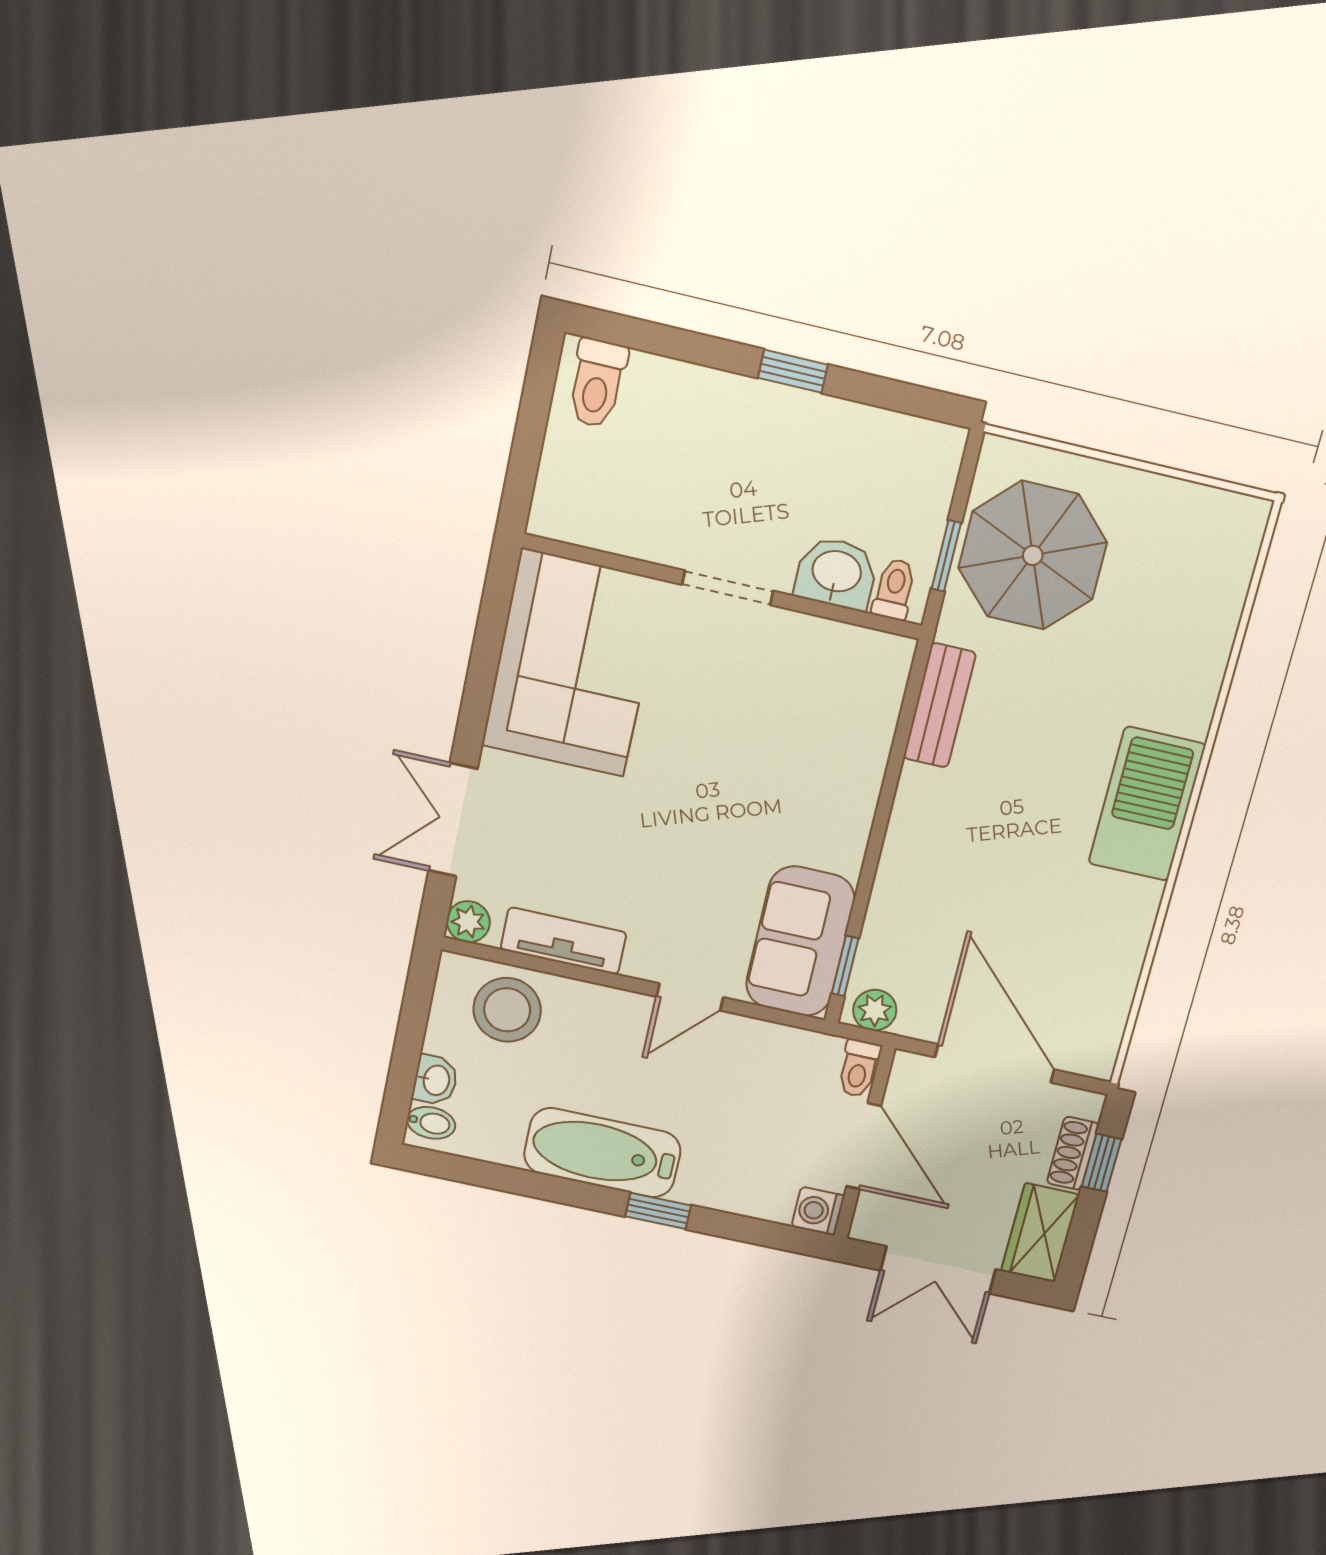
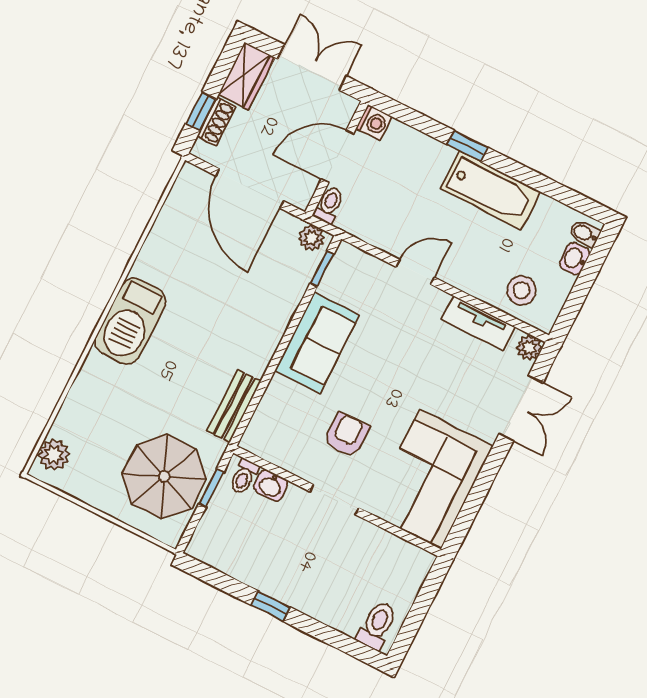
plant: (1233, 546) -> (54, 455), added
washbasin: (836, 573) -> (271, 486), width x0.72, depth x0.69
armchair: (736, 704) -> (346, 434), added
sofa: (800, 941) -> (317, 343), moved
stool: (507, 1010) -> (522, 290), width x0.73, depth x0.73
door: (864, 1146) -> (337, 156), hinge flipped

